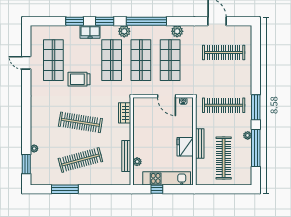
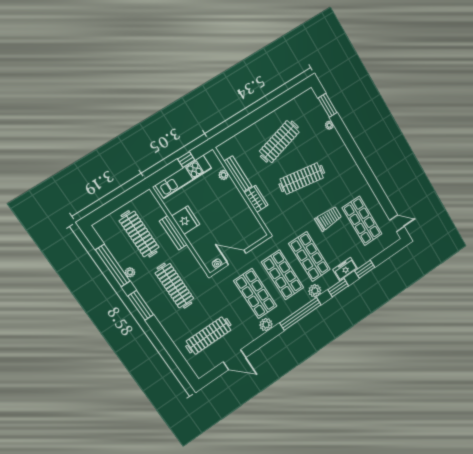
door: (26, 63) -> (397, 223), moved
clothes rail: (224, 105) -> (175, 286), turned 90
wardrobe: (125, 113) -> (256, 199), moved
window: (65, 189) -> (276, 103), removed

